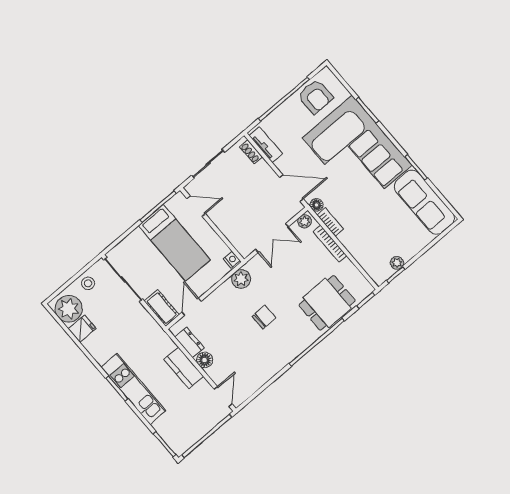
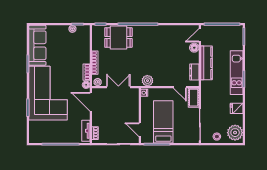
armchair: (315, 97) -> (46, 133), removed
door: (192, 307) -> (180, 87), hinge flipped
chair: (264, 317) -> (152, 55), removed
fridge: (82, 329) -> (237, 108), moved
floor lamp: (205, 360) -> (194, 48), moved
kitchen counter: (184, 368) -> (206, 63), width x1.50

